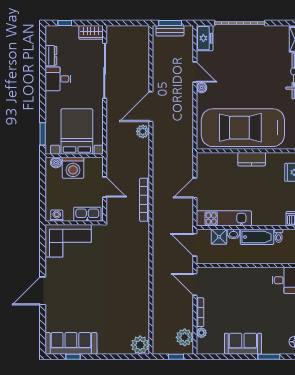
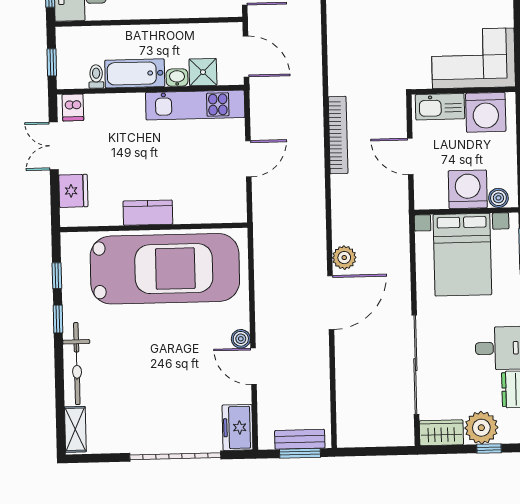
plant: (69, 35) -> (481, 428), added
washing machine: (57, 216) -> (486, 112), width x1.89, depth x1.89

